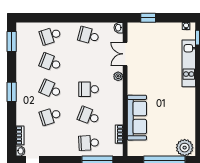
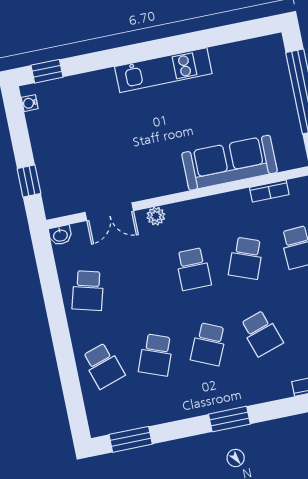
kitchen unit: (189, 63) -> (163, 70), moved
plant: (185, 148) -> (269, 57), removed

